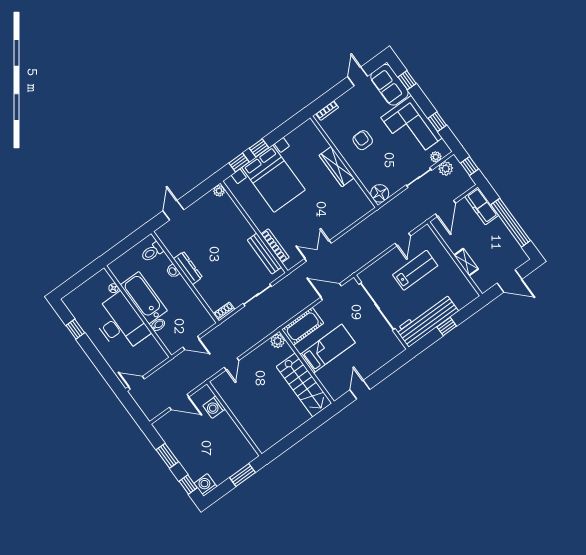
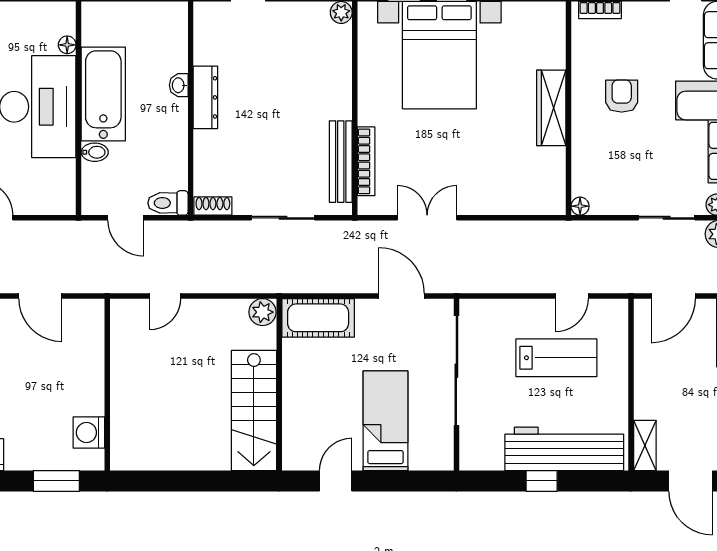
floor lamp: (380, 193) -> (580, 206), width x0.53, depth x0.53
toilet: (152, 252) -> (168, 203), moved
shelving: (466, 262) -> (645, 445), moved
workbench: (427, 320) -> (564, 449), moved
bed: (328, 349) -> (385, 421), moved, turned -90
washing machine: (214, 407) -> (89, 432), moved

